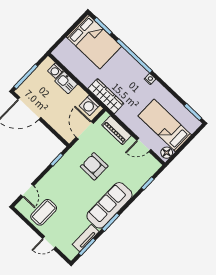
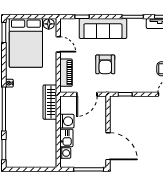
bed: (94, 42) -> (20, 146), removed
washing machine: (89, 106) -> (67, 121), moved
bed: (165, 125) -> (26, 43), width x1.50
sofa: (109, 205) -> (103, 29), moved

